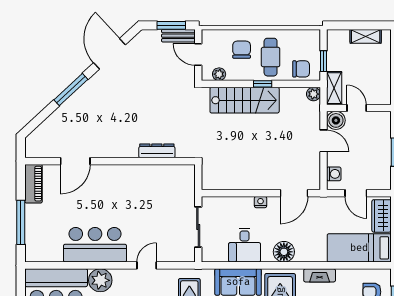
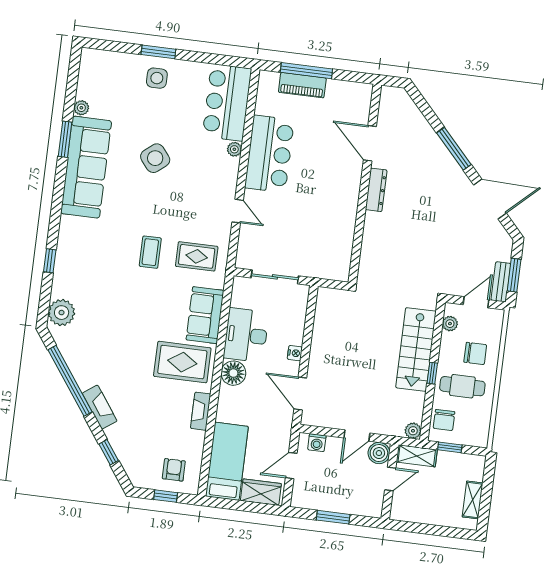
dresser: (157, 151) -> (376, 190), moved
piano: (33, 184) -> (302, 85), moved
desk: (245, 245) -> (246, 335), width x1.37
plant: (100, 280) -> (234, 149), width x0.53, depth x0.53

